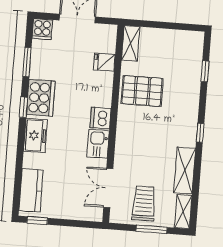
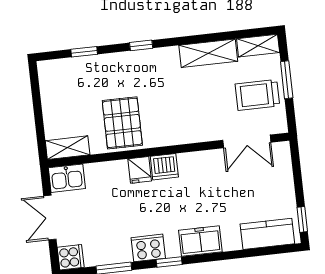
fridge: (104, 62) -> (140, 170), moved
cooker: (41, 98) -> (148, 248), width x0.73, depth x0.76
window: (200, 133) -> (141, 45), moved
kitchen sink: (98, 144) -> (67, 178), moved

